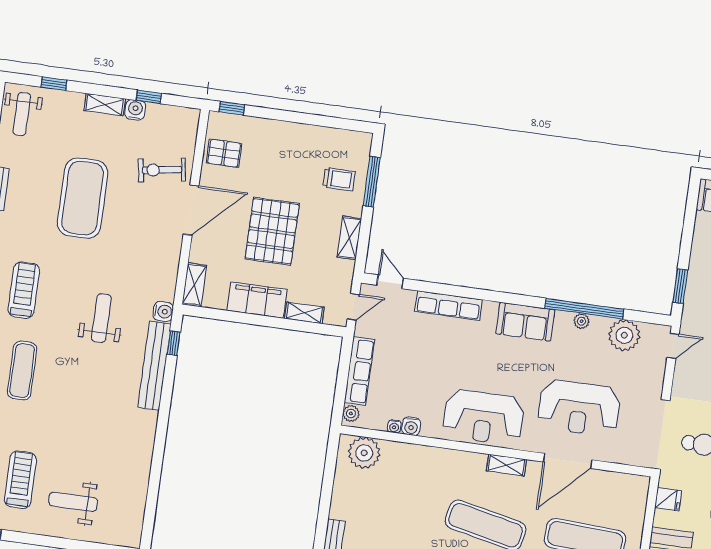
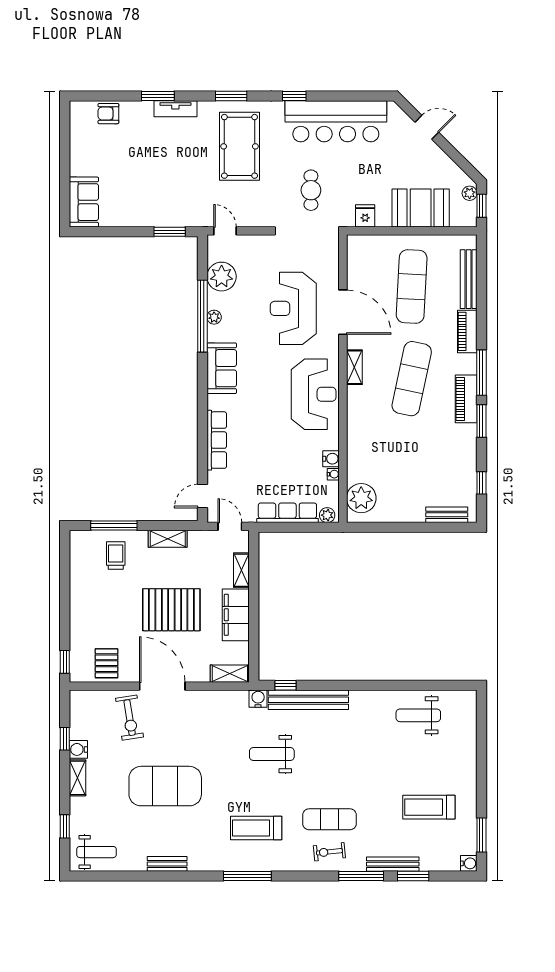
reception desk: (579, 408) -> (293, 308), turned 180
weight bench: (73, 502) -> (418, 715), moved, turned 90

